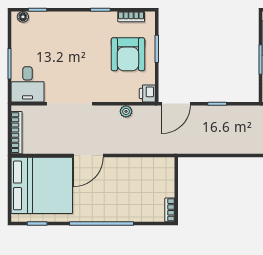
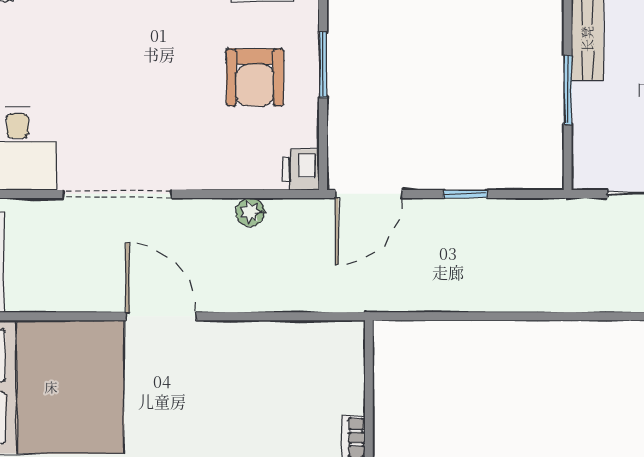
armchair: (128, 54) -> (255, 77), width x0.73, depth x0.73
door: (88, 156) -> (161, 316), swing flipped

